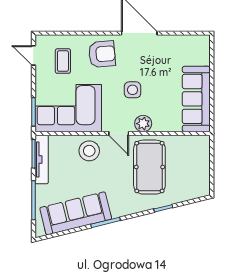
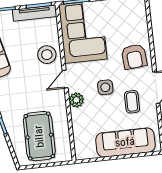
coffee table: (63, 61) -> (132, 102), moved, turned 90
sofa: (196, 99) -> (125, 142), moved
pool table: (149, 167) -> (39, 136), moved, turned 90

